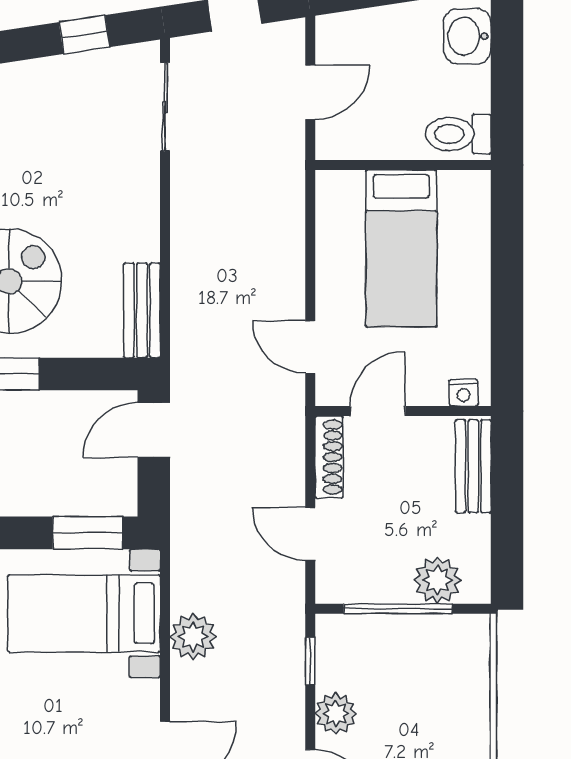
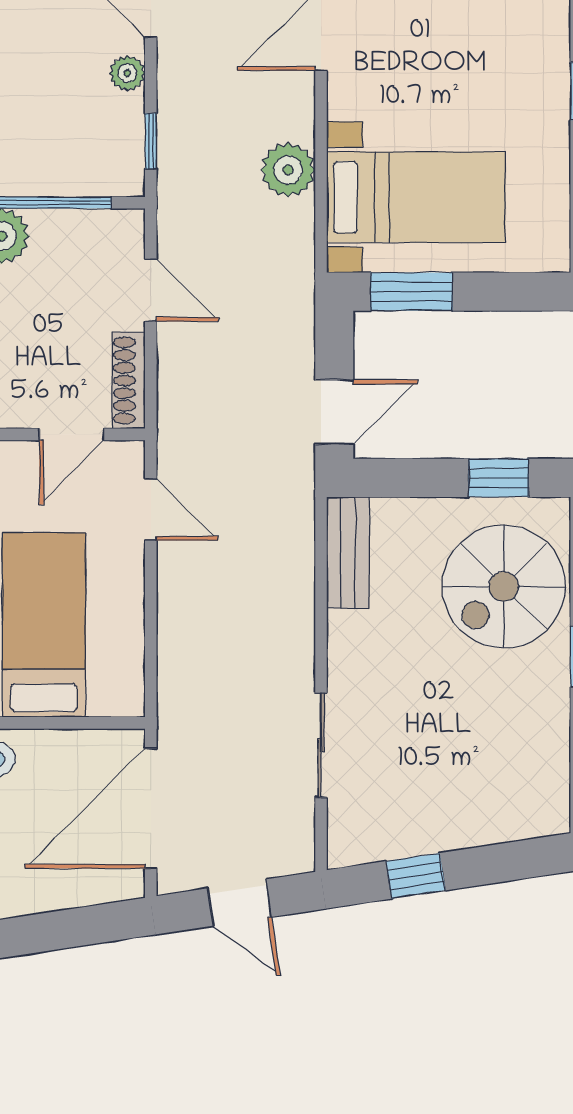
door: (310, 92) -> (151, 808), width x1.87
sliding door: (165, 107) -> (321, 745), moved
plant: (336, 713) -> (127, 73), width x0.73, depth x0.73

